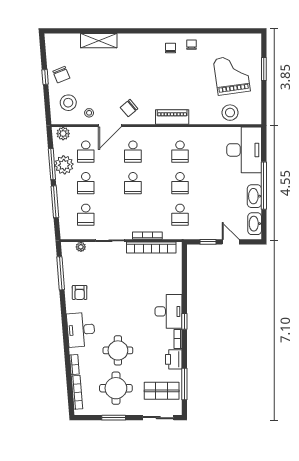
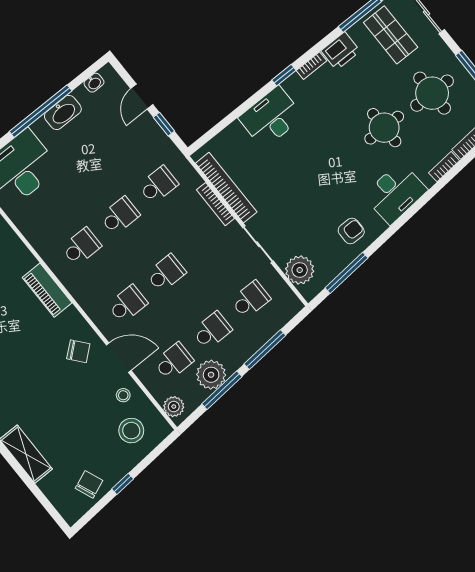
chair: (61, 75) -> (89, 484), moved
washbasin: (255, 224) -> (94, 83), width x0.52, depth x0.69
plant: (81, 247) -> (300, 270), width x1.87, depth x1.87
desk: (168, 311) -> (271, 117), moved

